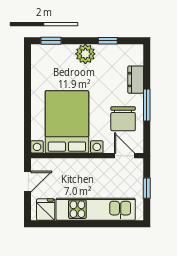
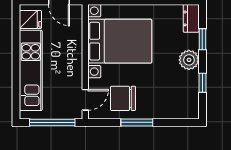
window: (51, 41) -> (202, 39), moved
dresser: (136, 80) -> (191, 18), moved, turned -90
window: (147, 188) -> (52, 122), width x2.17

